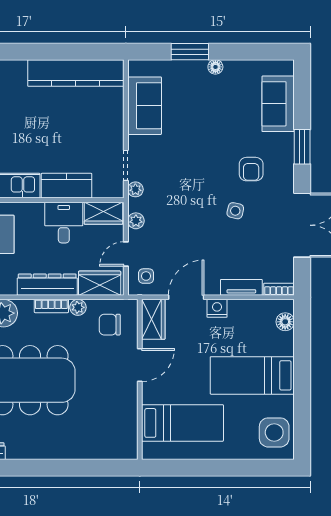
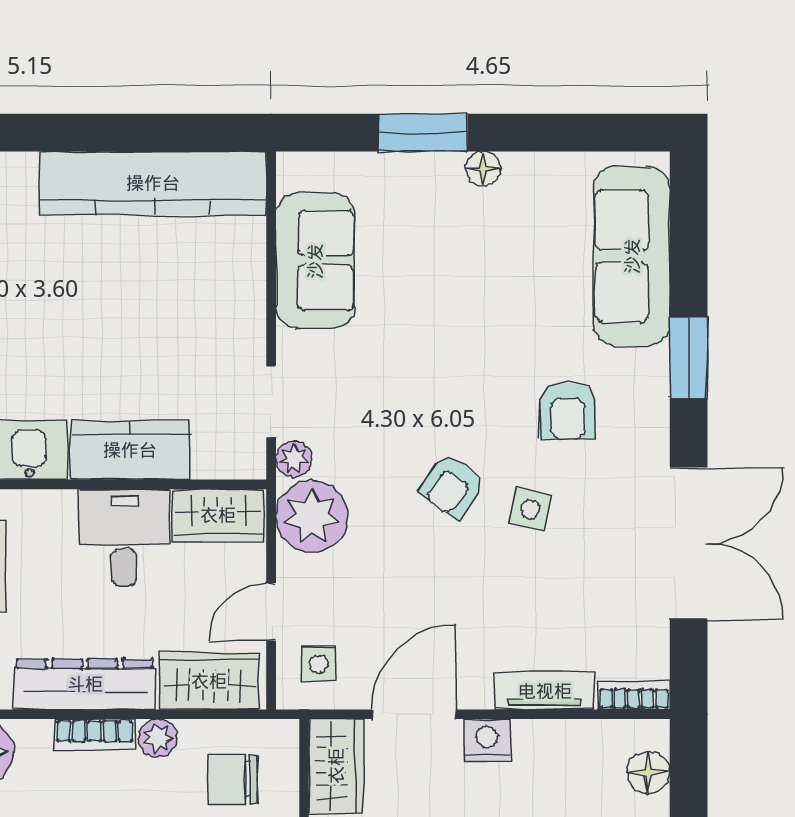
sofa: (278, 104) -> (632, 256), width x1.36
armchair: (202, 201) -> (452, 486), added
plant: (136, 221) -> (312, 516), width x1.88, depth x1.88

